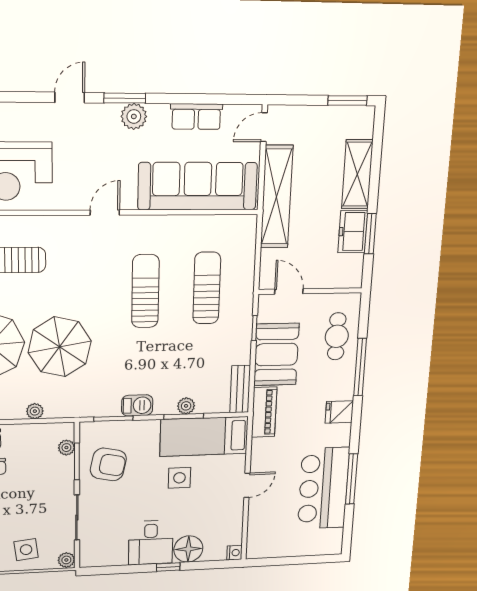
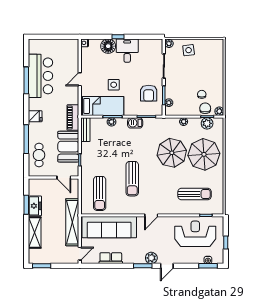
plant: (134, 116) -> (151, 258), moved
sun lounger: (207, 288) -> (100, 193), moved
armchair: (108, 464) -> (149, 93), turned -102

